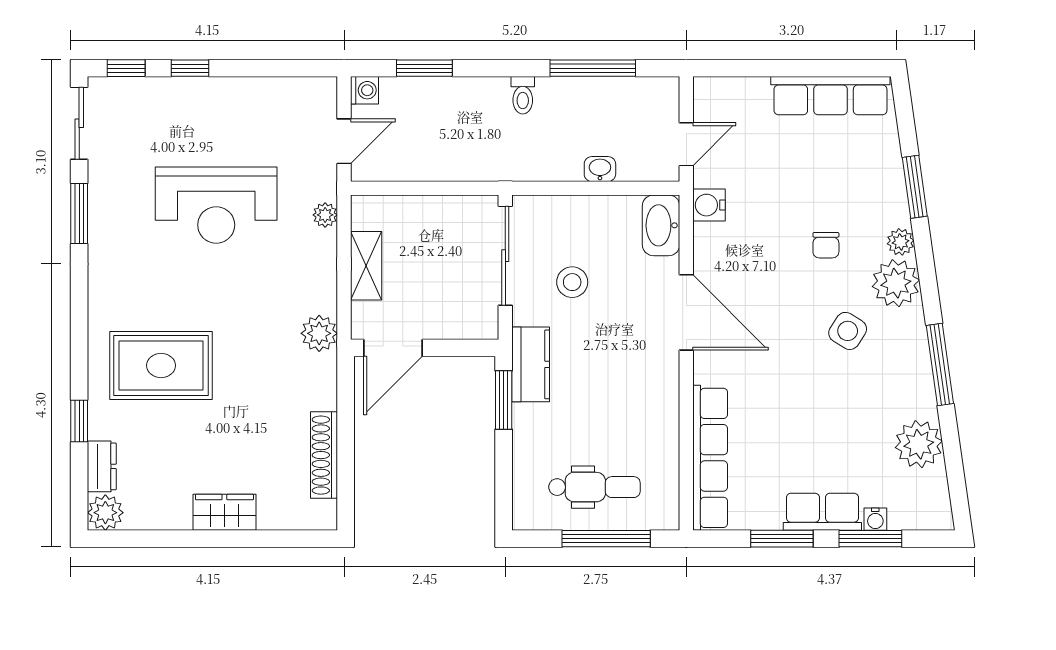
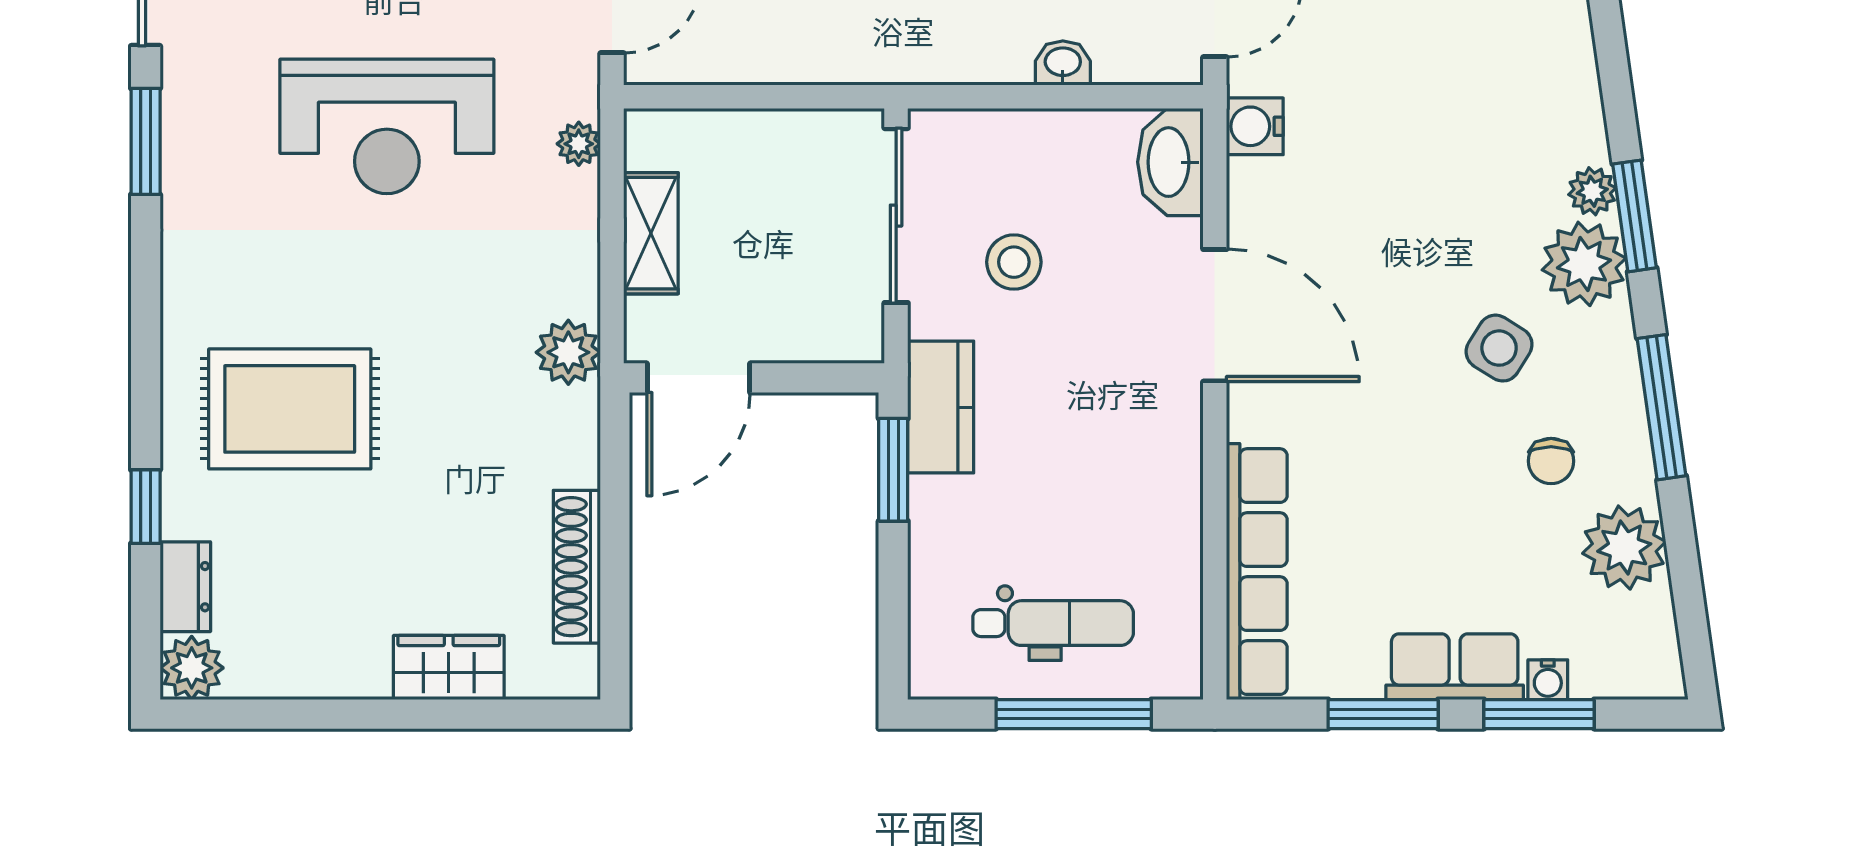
window: (915, 187) -> (1635, 216), moved
chair: (826, 245) -> (1551, 461), moved
wardrobe: (224, 512) -> (449, 667), moved

